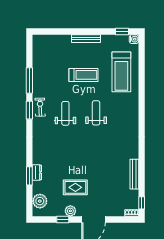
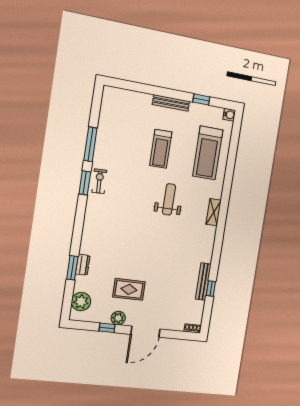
window: (122, 32) -> (201, 99), moved
treadmill: (83, 75) -> (161, 149), turned 90
weight bench: (65, 113) -> (131, 194), removed
shelving: (134, 118) -> (214, 212), added
window: (142, 203) -> (211, 288), moved

